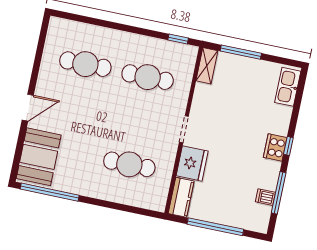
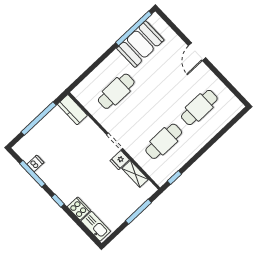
shelving: (207, 66) -> (135, 174), moved
cooker: (275, 147) -> (79, 209), moved
booth: (39, 157) -> (140, 44), moved, turned 90
fridge: (192, 163) -> (120, 160), moved, width x0.53, depth x0.75

